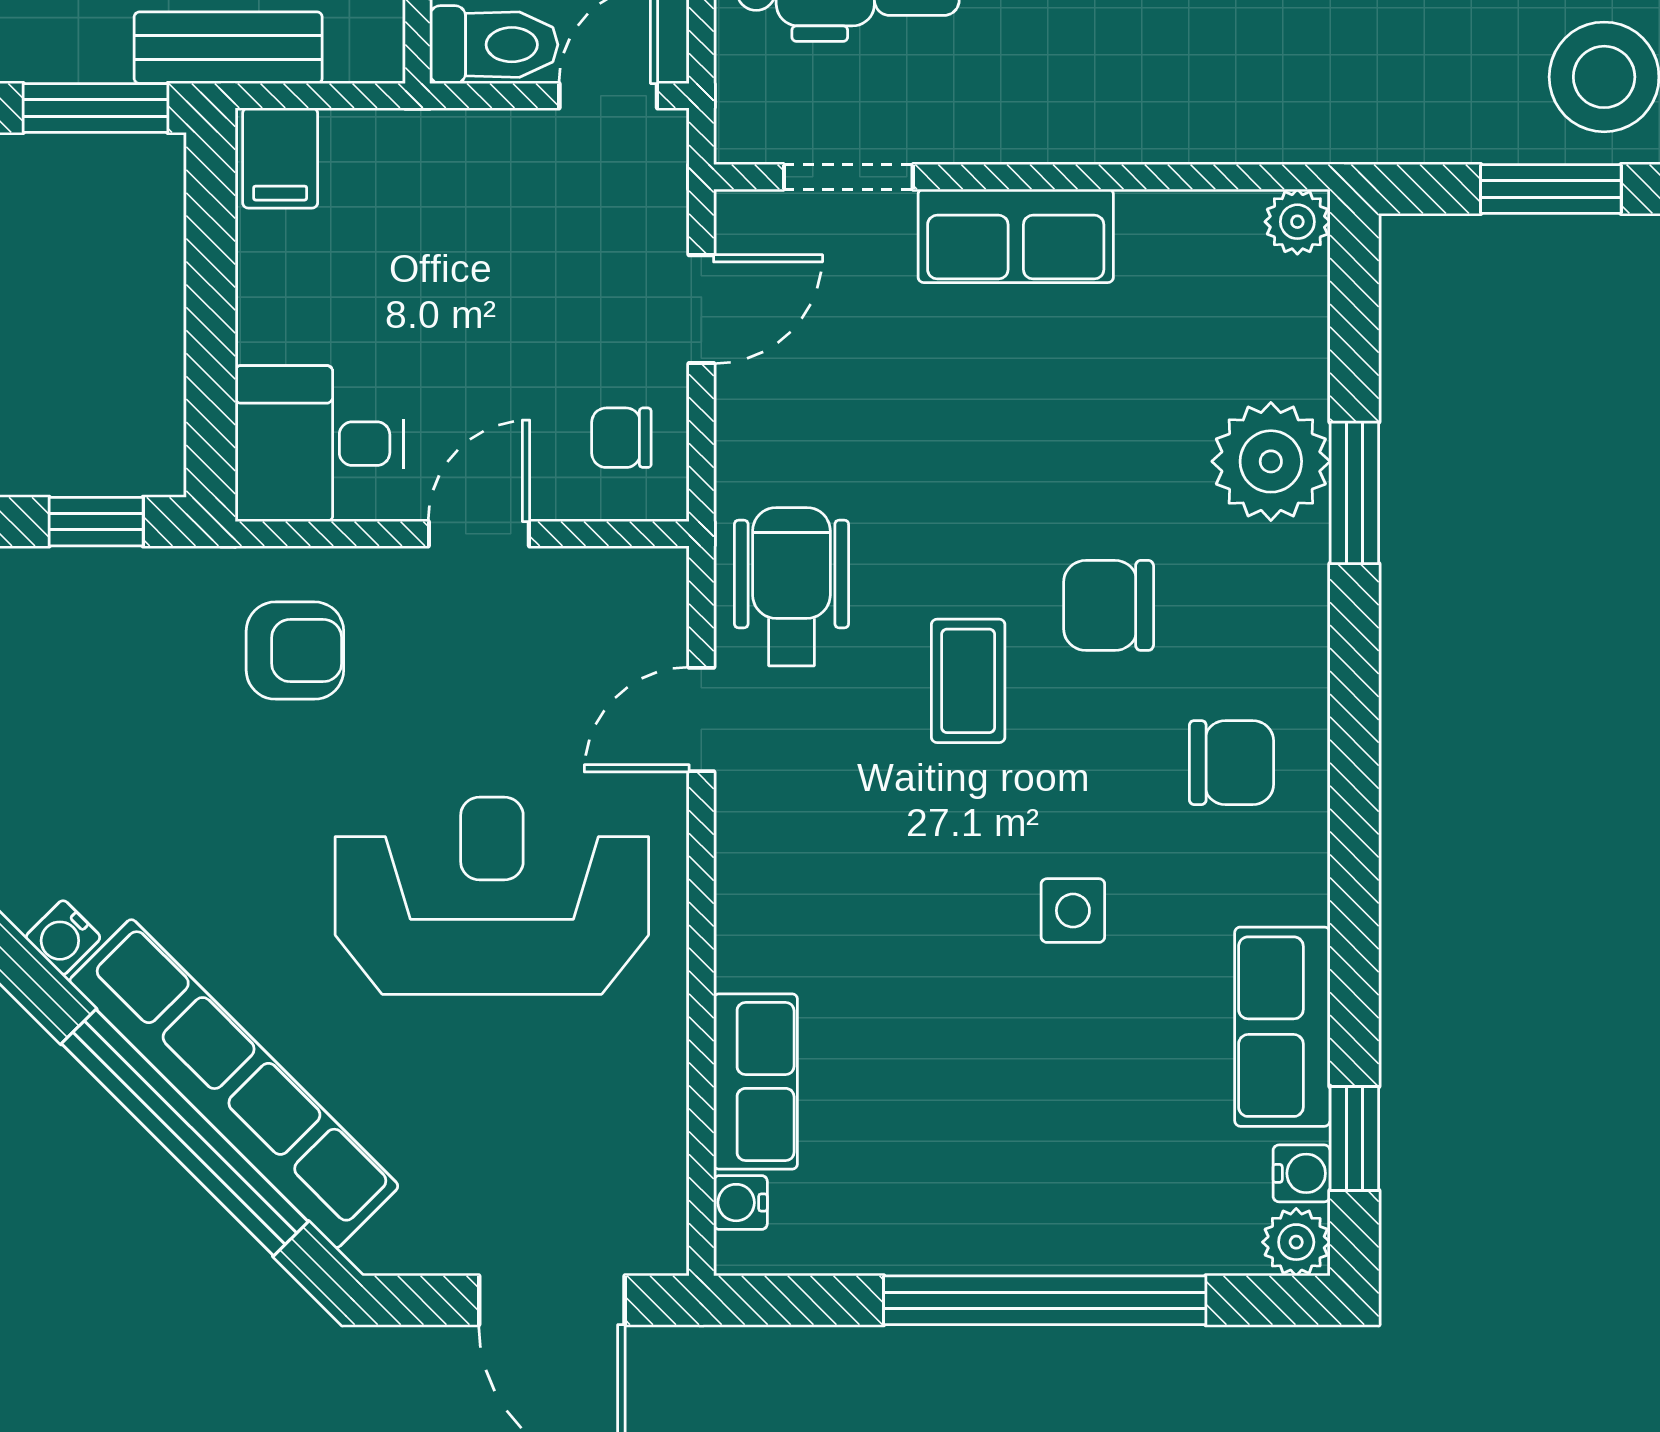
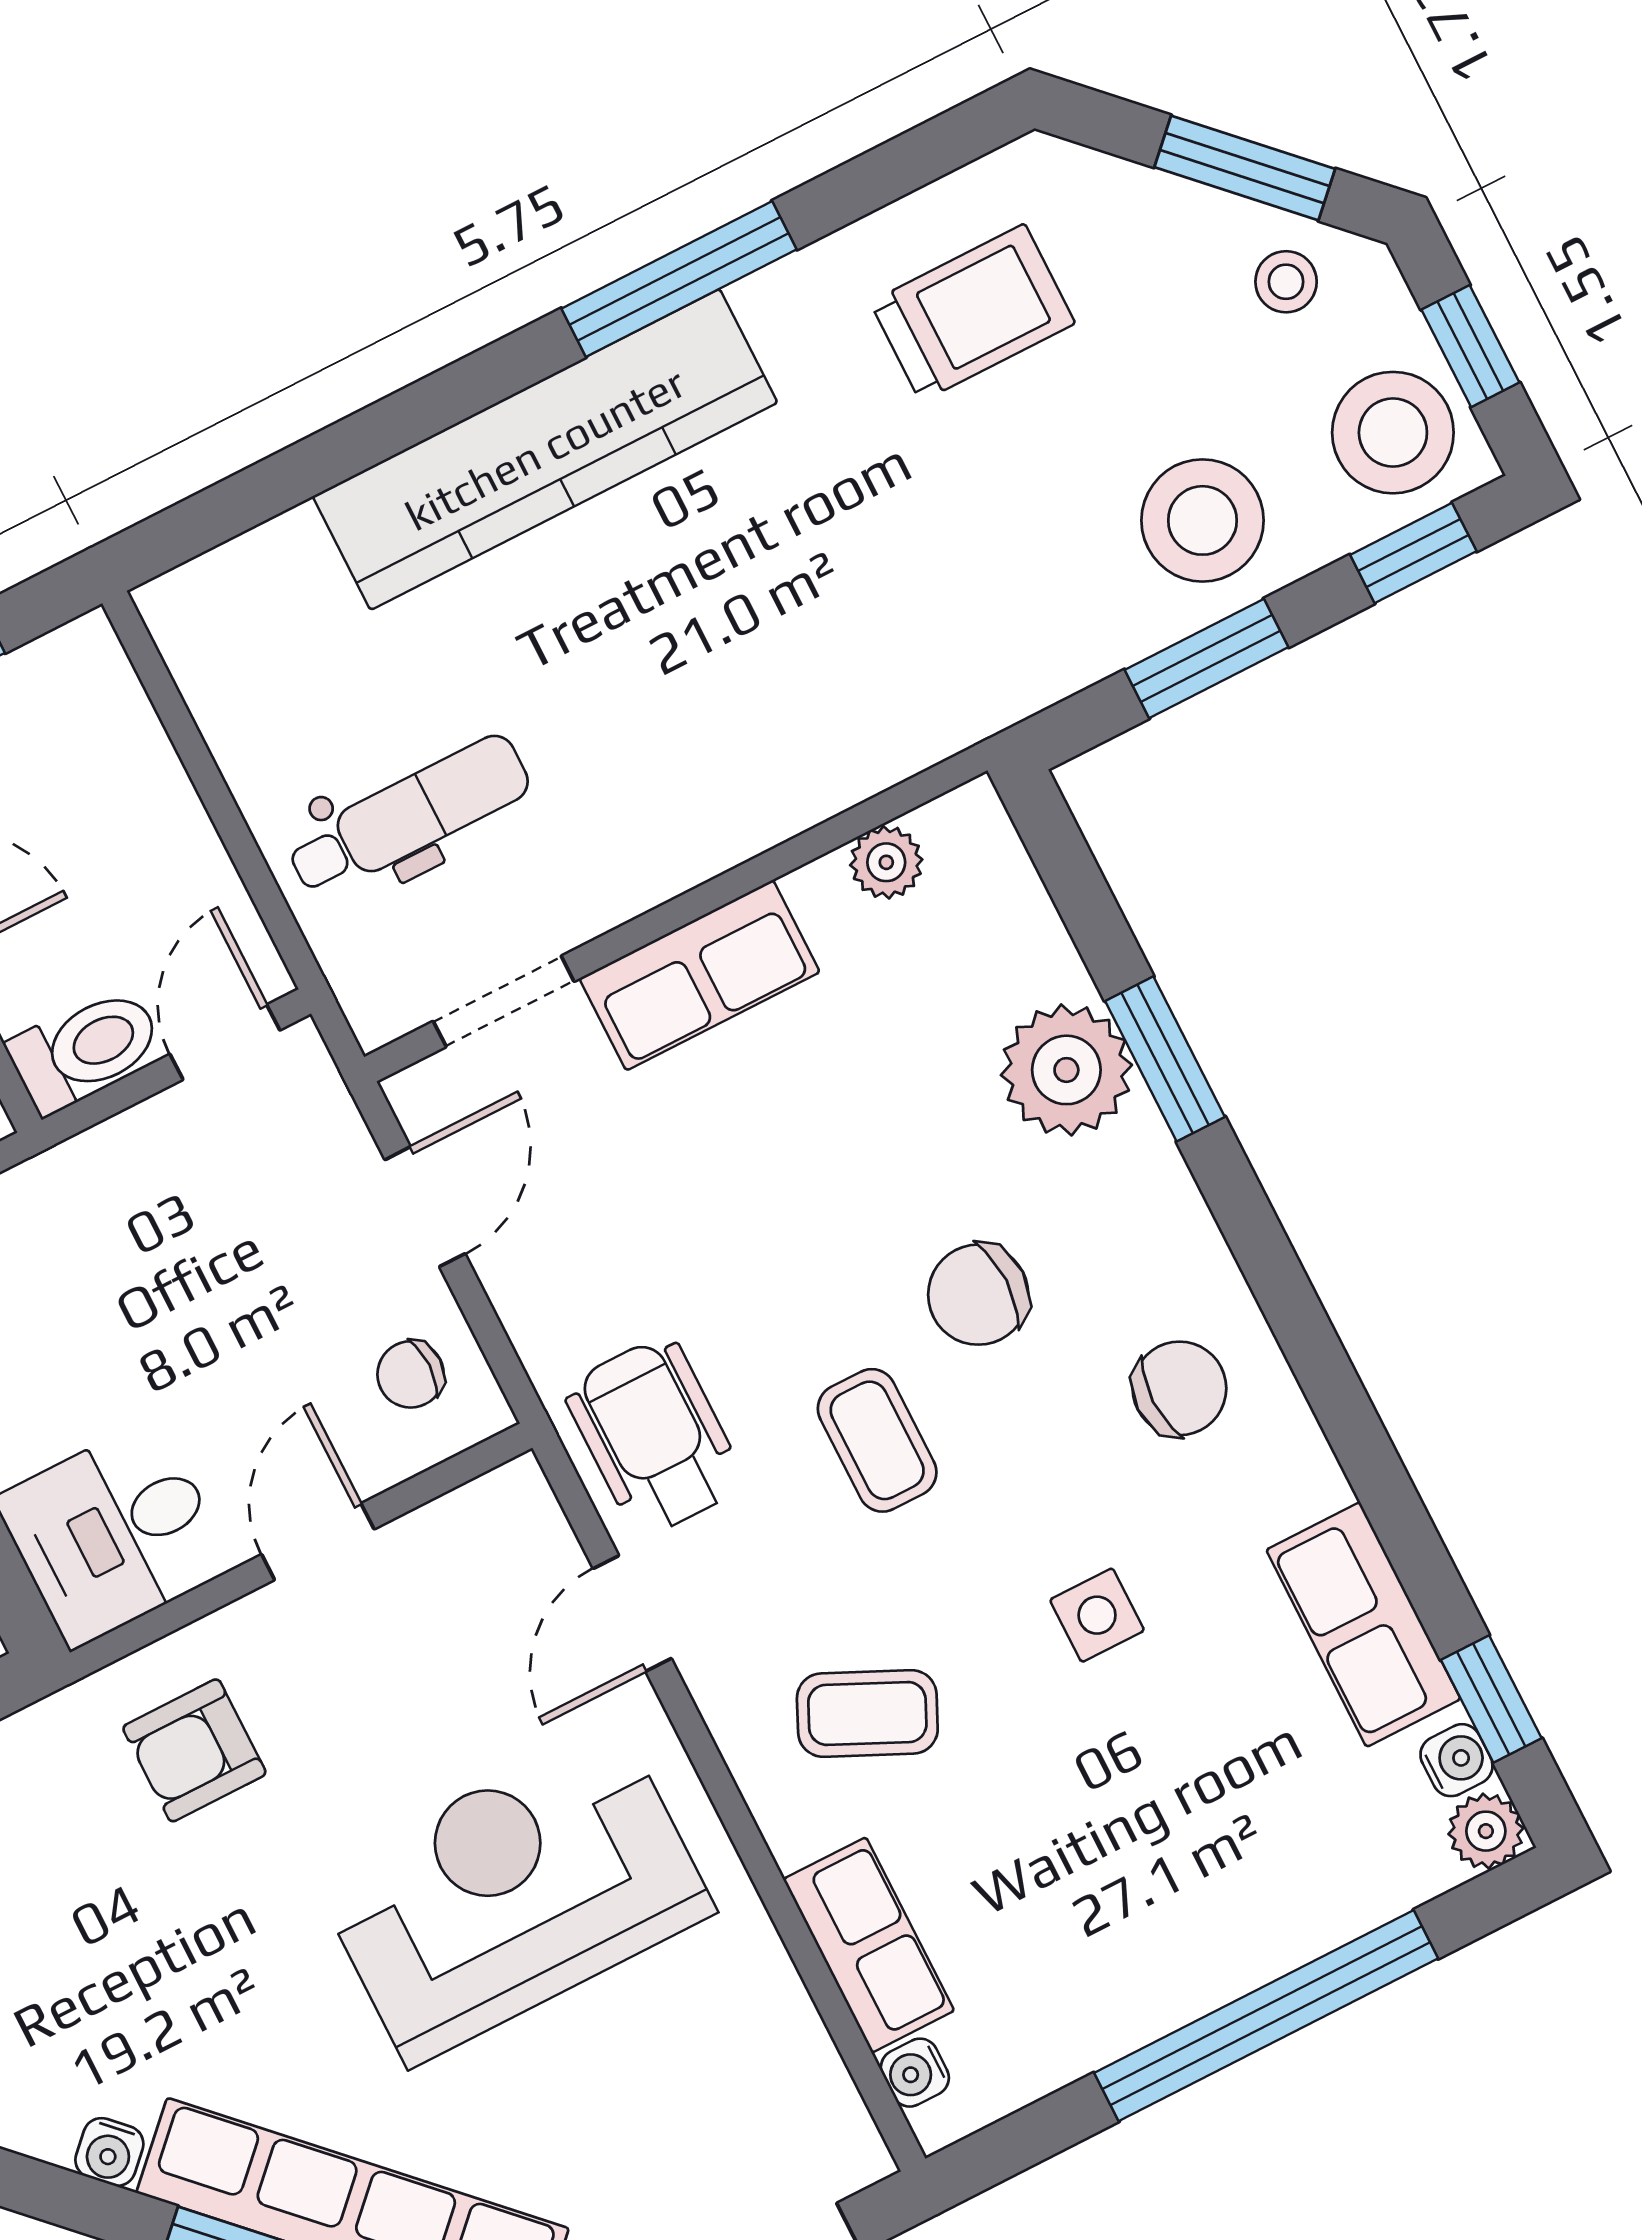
plant: (1297, 222) -> (886, 862), moved
armchair: (295, 651) -> (194, 1750), turned 180
coffee table: (849, 896) -> (867, 1713), added

